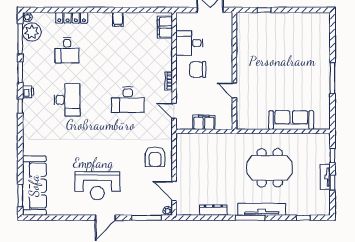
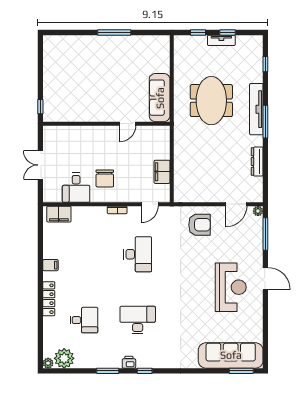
locker: (72, 18) -> (49, 299), moved
window: (20, 39) -> (71, 371), removed
wall: (234, 71) -> (106, 124), moved
door: (234, 90) -> (128, 124), moved
sofa: (291, 120) -> (160, 98), moved

